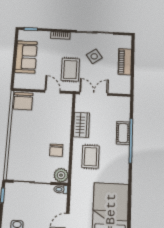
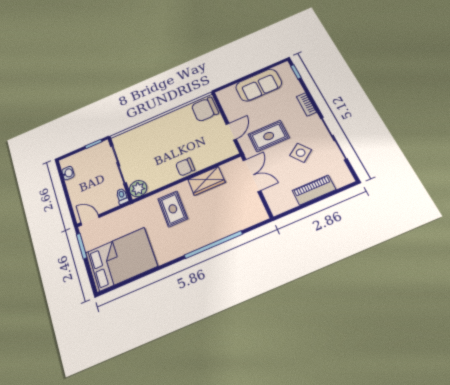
cot: (123, 133) -> (219, 231), removed
chair: (56, 150) -> (185, 167), moved
rug: (90, 157) -> (173, 209), turned 90

